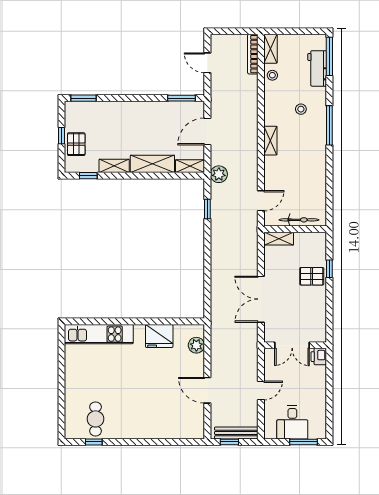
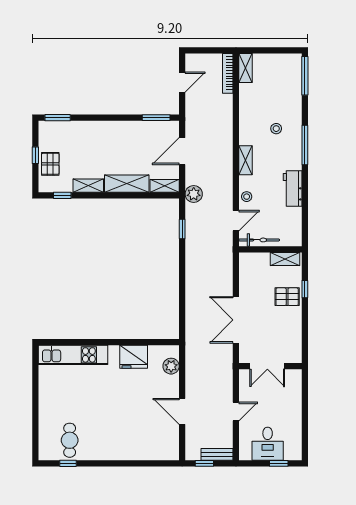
door: (207, 63) -> (182, 82), swing flipped
workbench: (317, 68) -> (293, 189), moved
stool: (272, 75) -> (247, 197), moved
bicycle: (299, 220) -> (259, 240), moved
shelving: (279, 239) -> (285, 259), moved
printer: (319, 357) -> (294, 378), removed
bench: (236, 433) -> (217, 454), width x0.73
window: (303, 442) -> (279, 463), width x0.67

